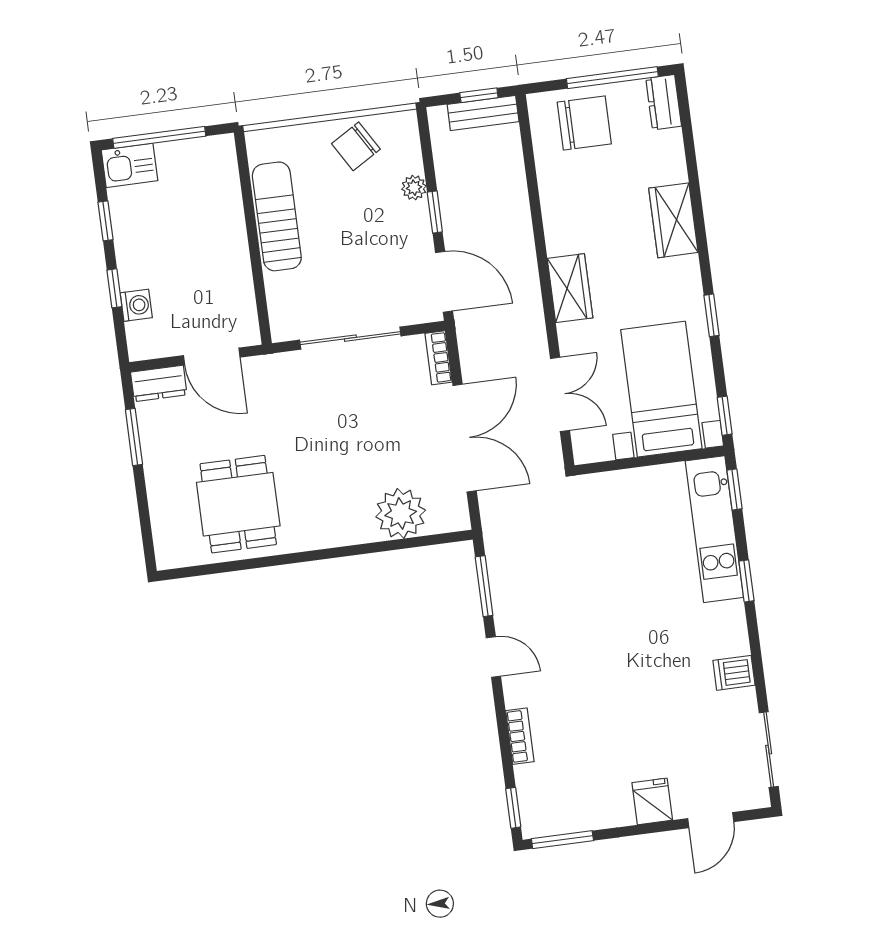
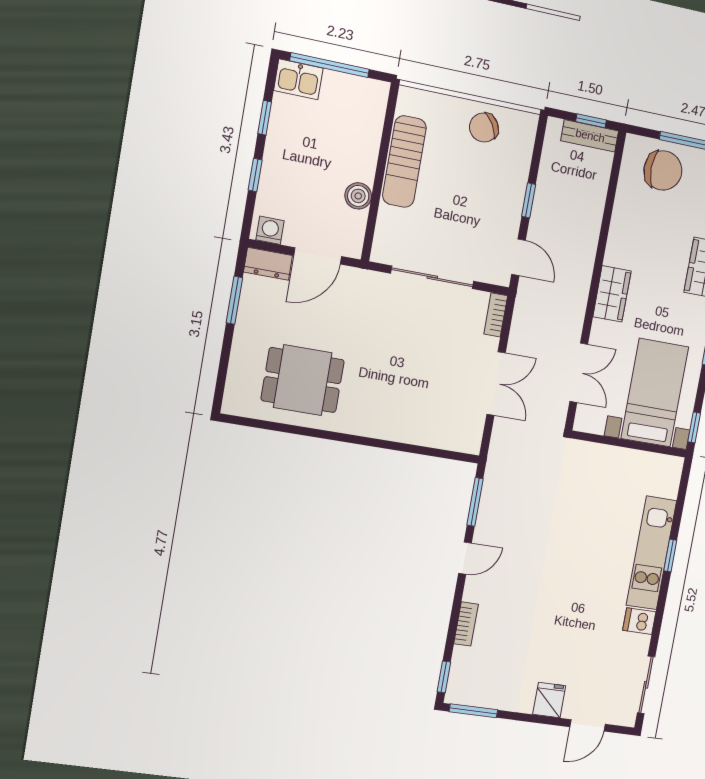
plant: (414, 188) -> (519, 176), removed
sun lounger: (277, 216) -> (404, 162), turned 180
boiler: (236, 273) -> (358, 196), added
door: (444, 282) -> (519, 257), width x0.73
washing machine: (136, 305) -> (270, 230), moved, turned -90
door: (212, 356) -> (318, 256), hinge flipped
double door: (465, 438) -> (496, 384), width x0.73
window: (734, 489) -> (683, 485), removed
dining table: (238, 504) -> (303, 380), turned 90
plant: (401, 513) -> (429, 427), removed
kitchen unit: (714, 529) -> (651, 553), moved
door: (493, 657) -> (465, 558), hinge flipped

